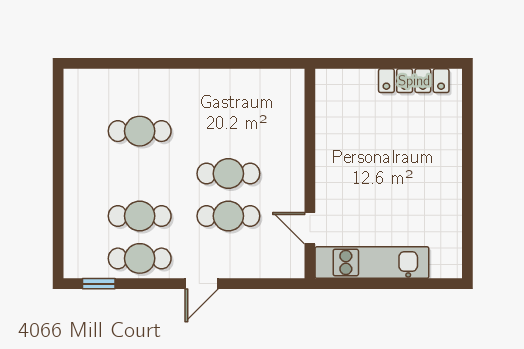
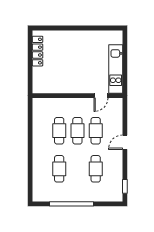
window: (58, 160) -> (71, 204), added
cafe table: (140, 258) -> (59, 131), moved
door: (202, 284) -> (125, 142), swing flipped

